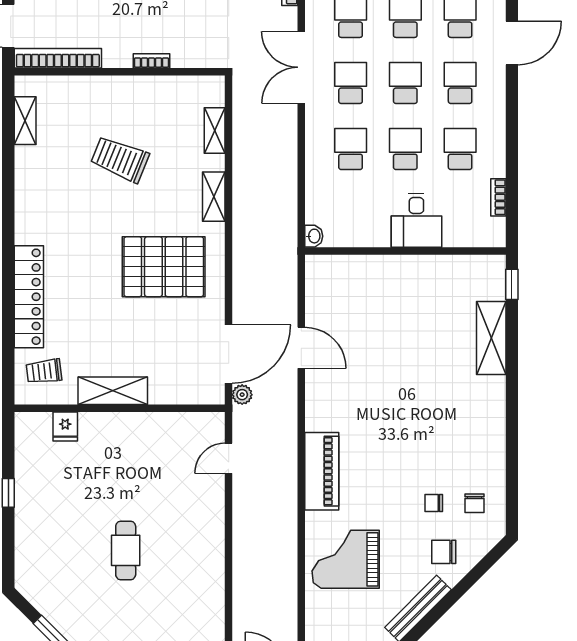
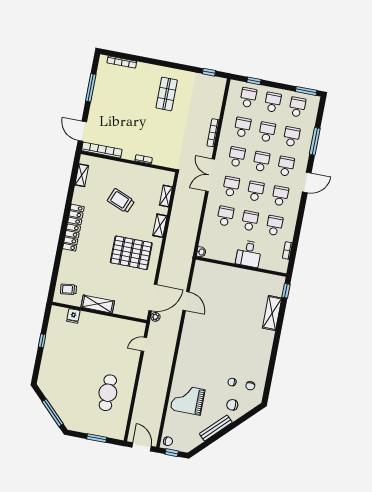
locker: (29, 297) -> (73, 228), moved
piano: (322, 471) -> (185, 358), removed
cafe table: (126, 550) -> (108, 393), moved, width x1.37, depth x1.35

